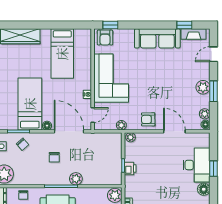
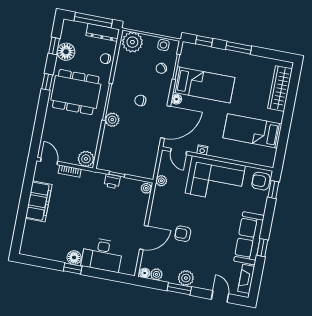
window: (184, 25) -> (262, 248), moved
armchair: (148, 119) -> (183, 234), moved, turned -89
window: (214, 169) -> (73, 268), moved

